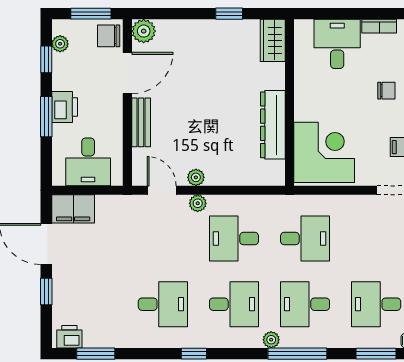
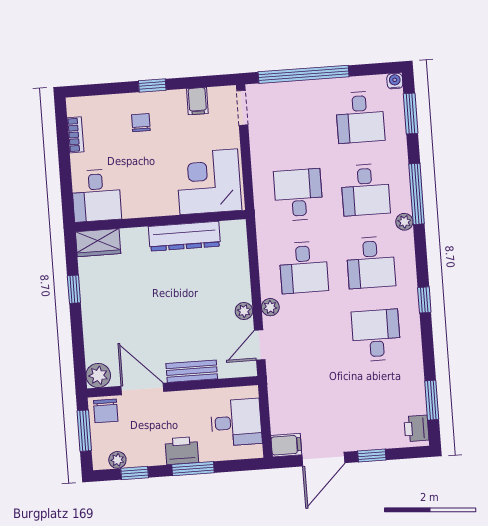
desk: (337, 44) -> (96, 195), moved, turned -90
filing cabinet: (73, 209) -> (286, 445), width x0.50
desk: (234, 304) -> (371, 263), turned 180

